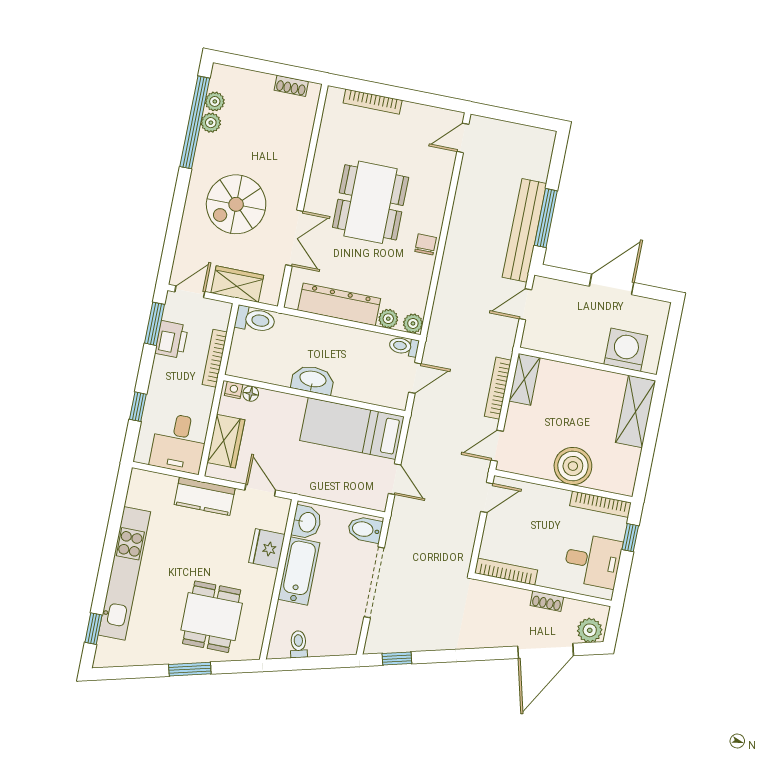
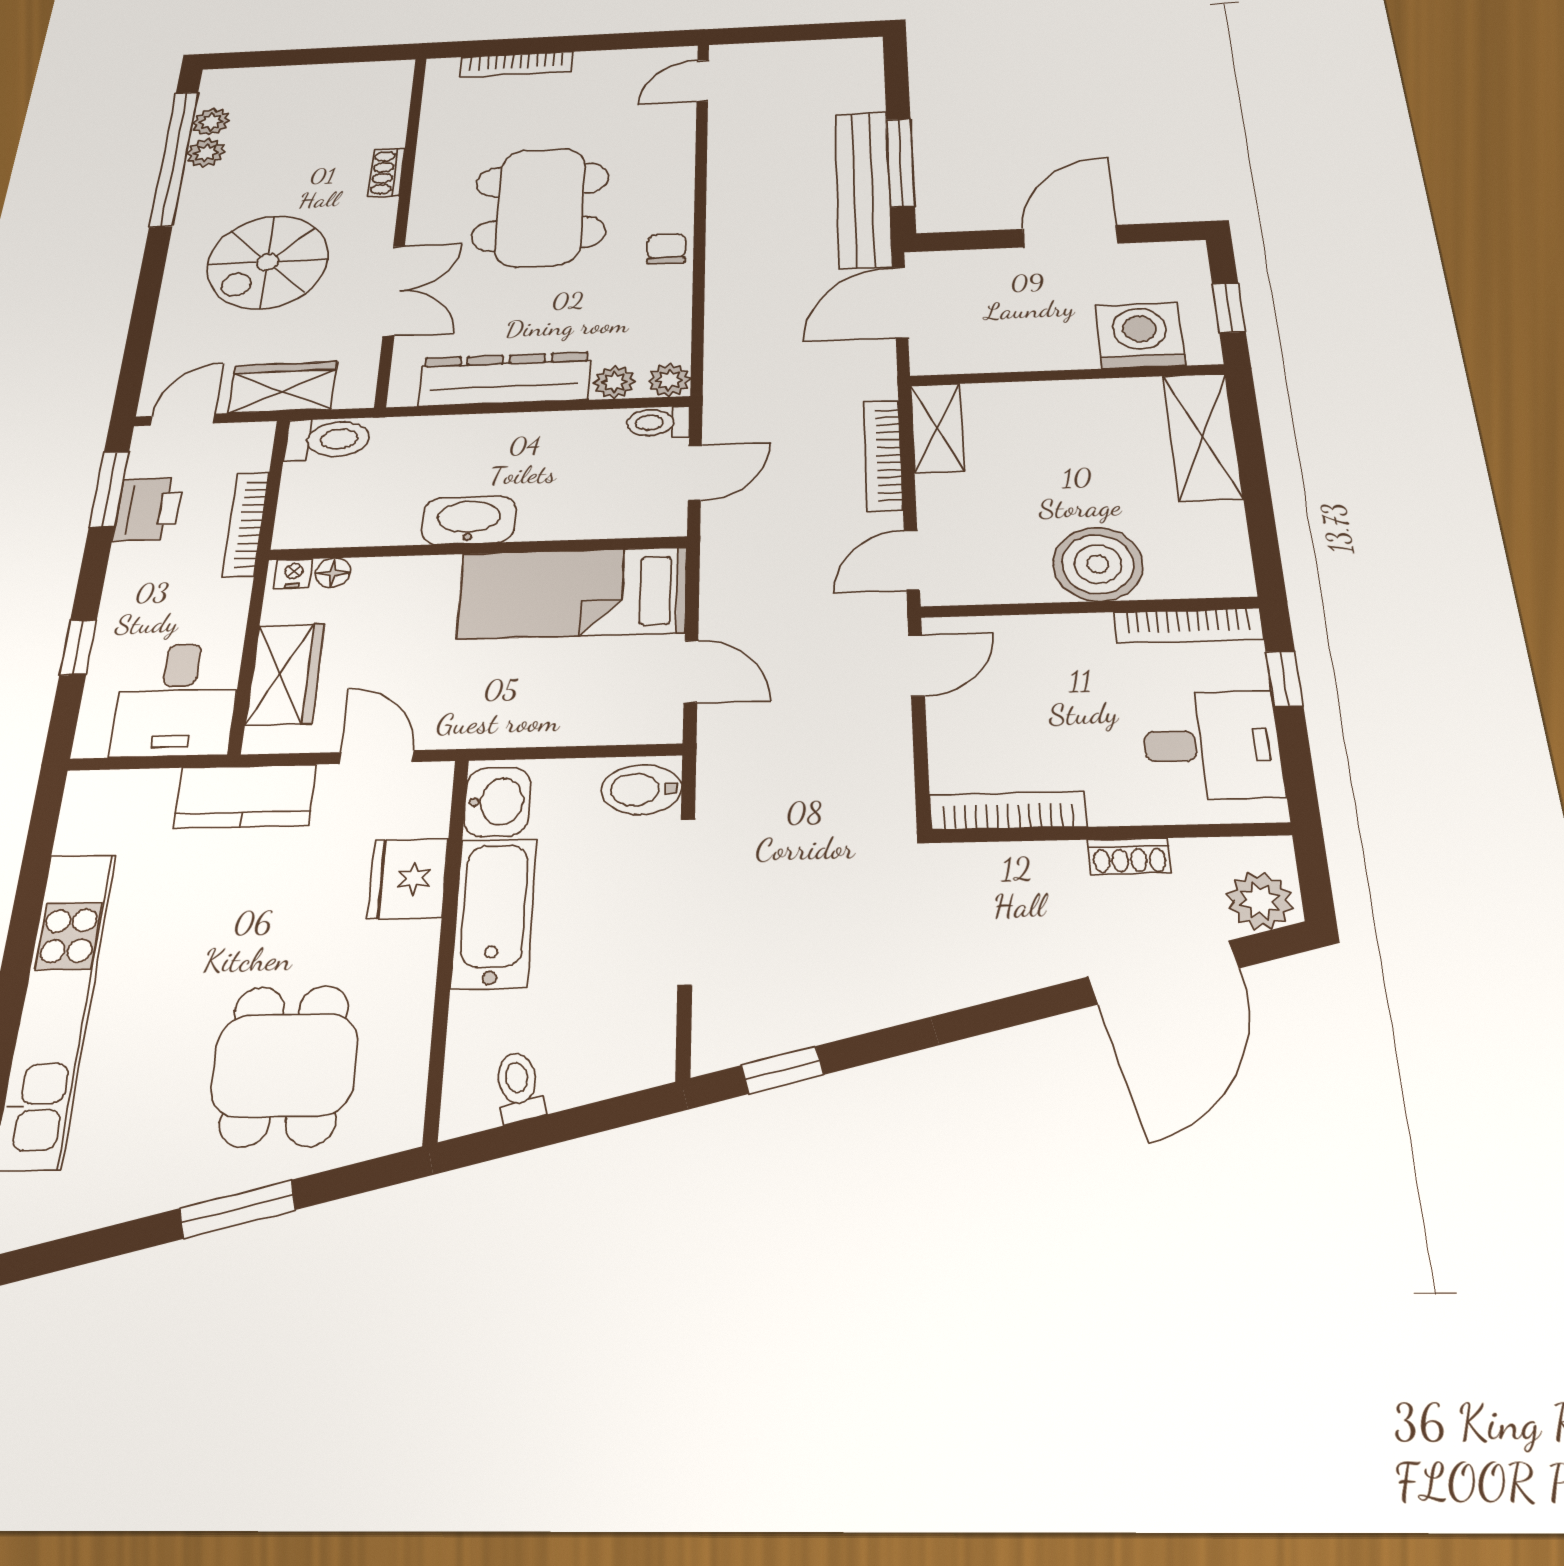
shoe rack: (291, 86) -> (387, 173), moved, turned 90
door: (525, 304) -> (900, 302), width x1.38
window: (669, 344) -> (1229, 308), added

